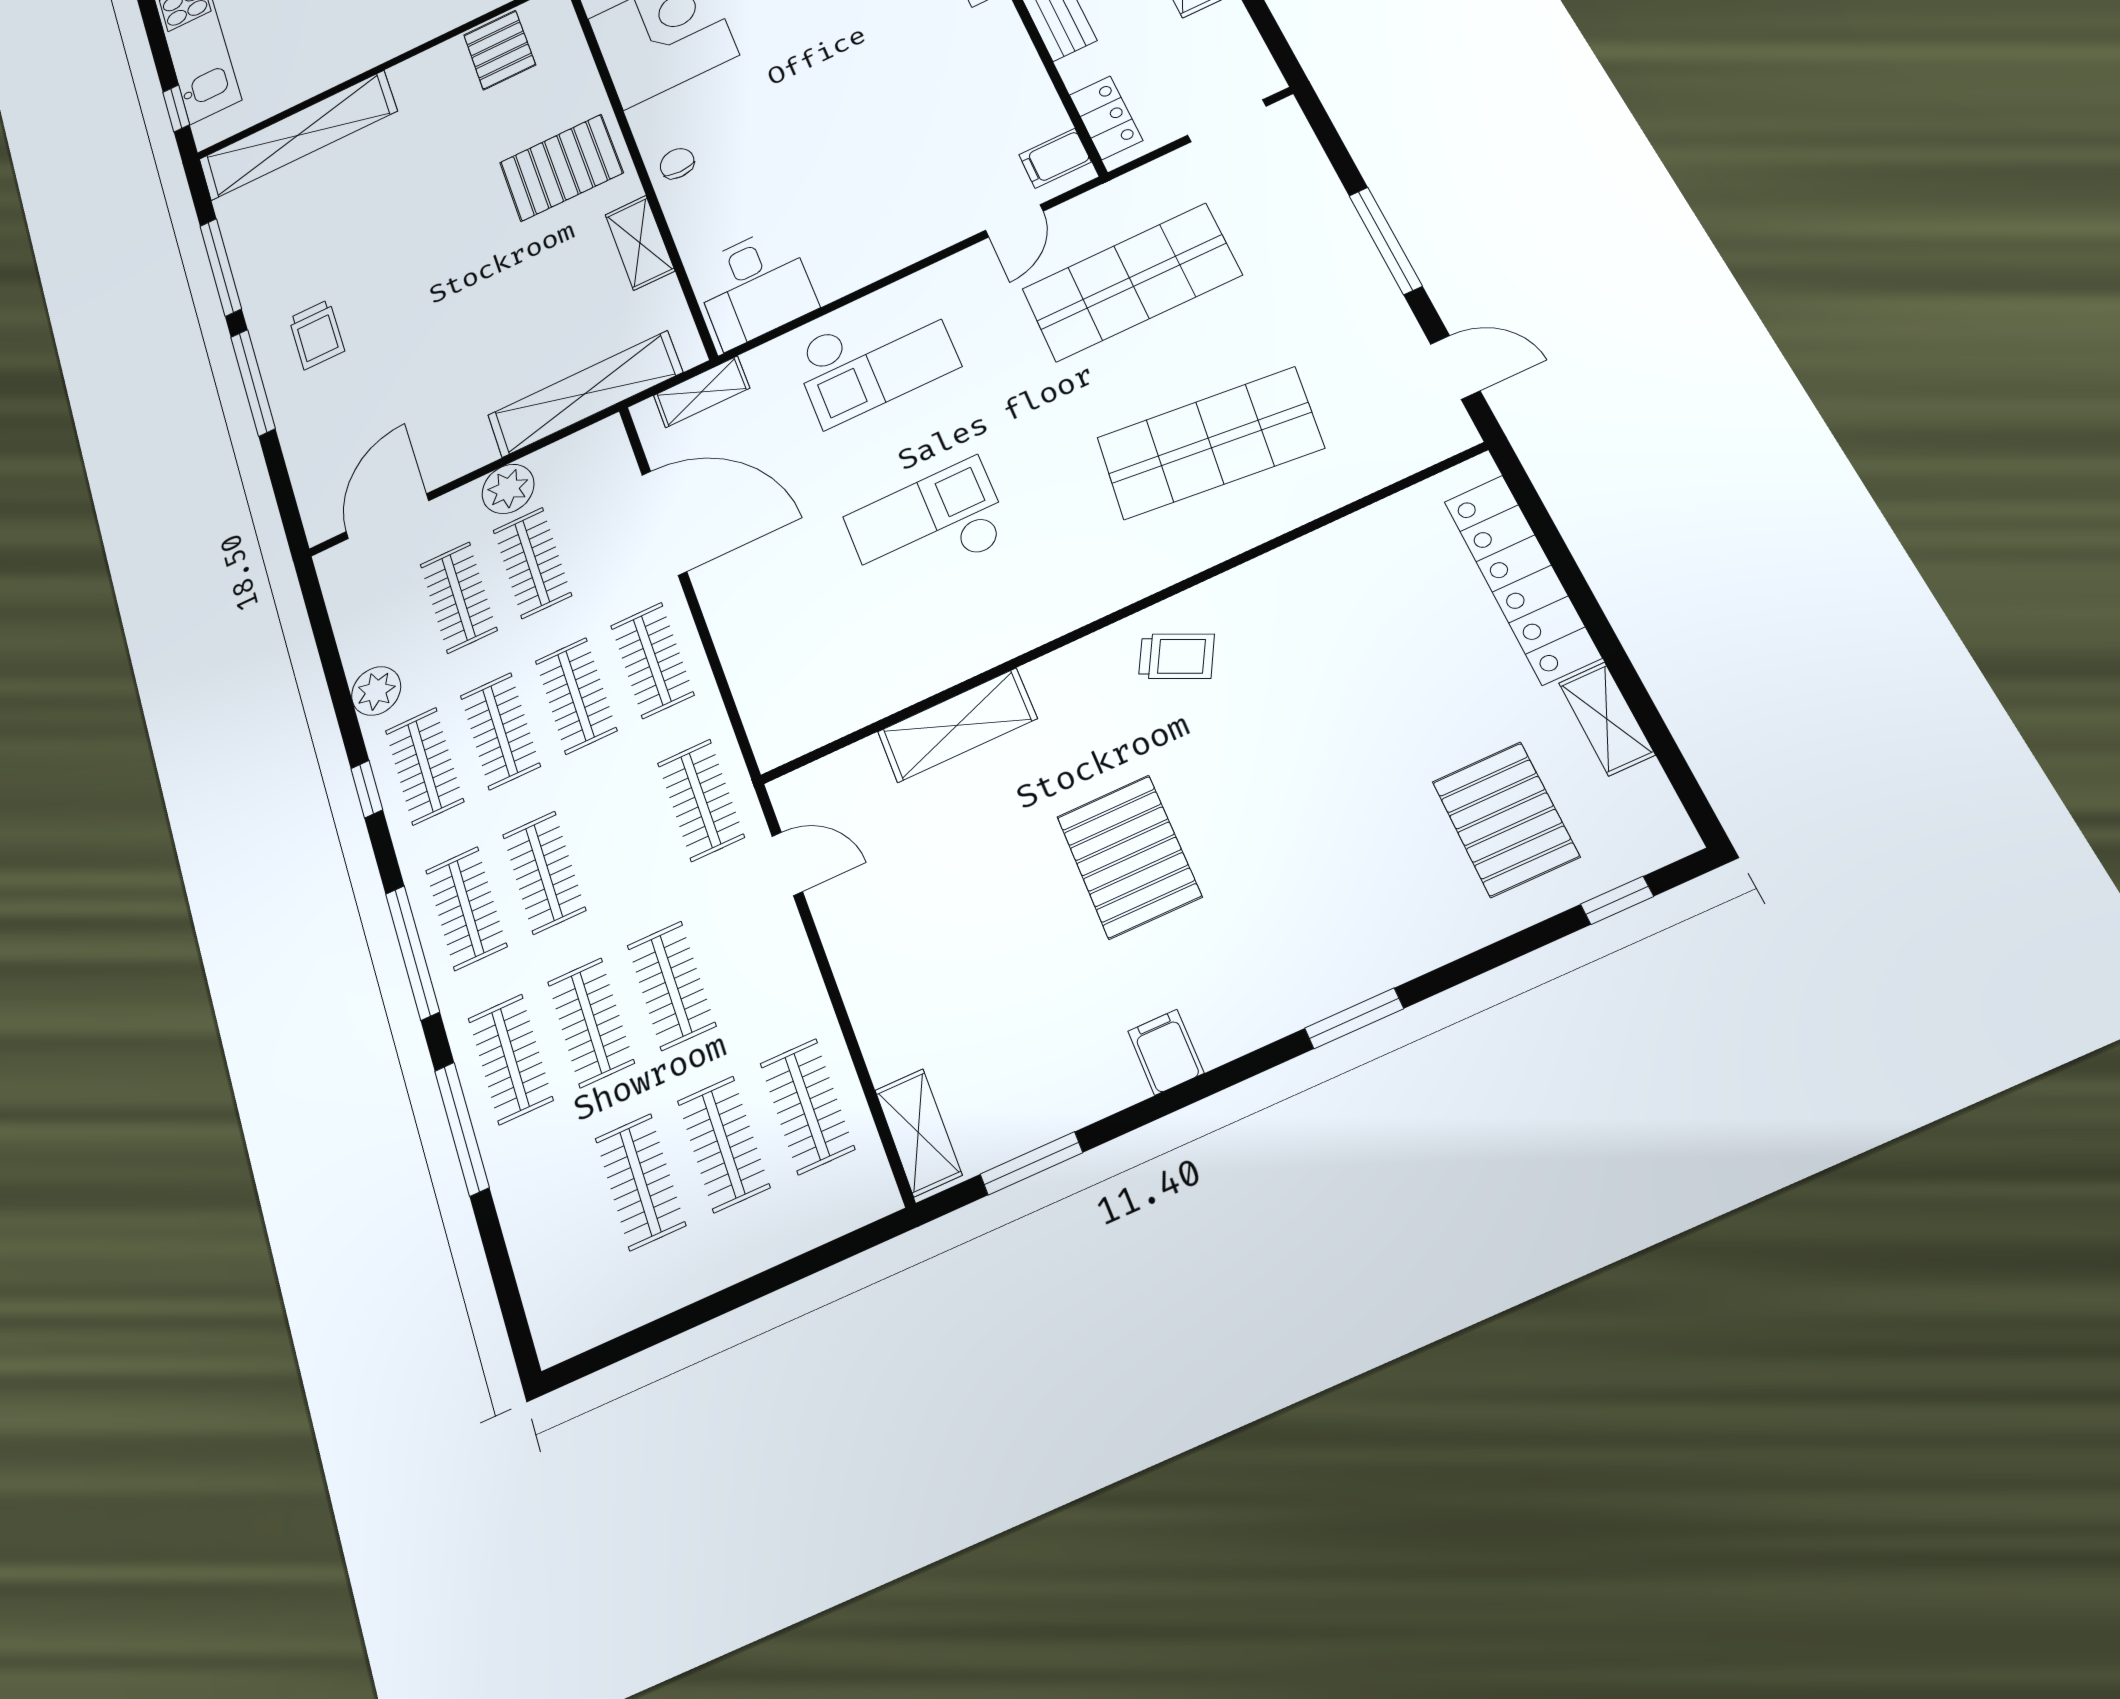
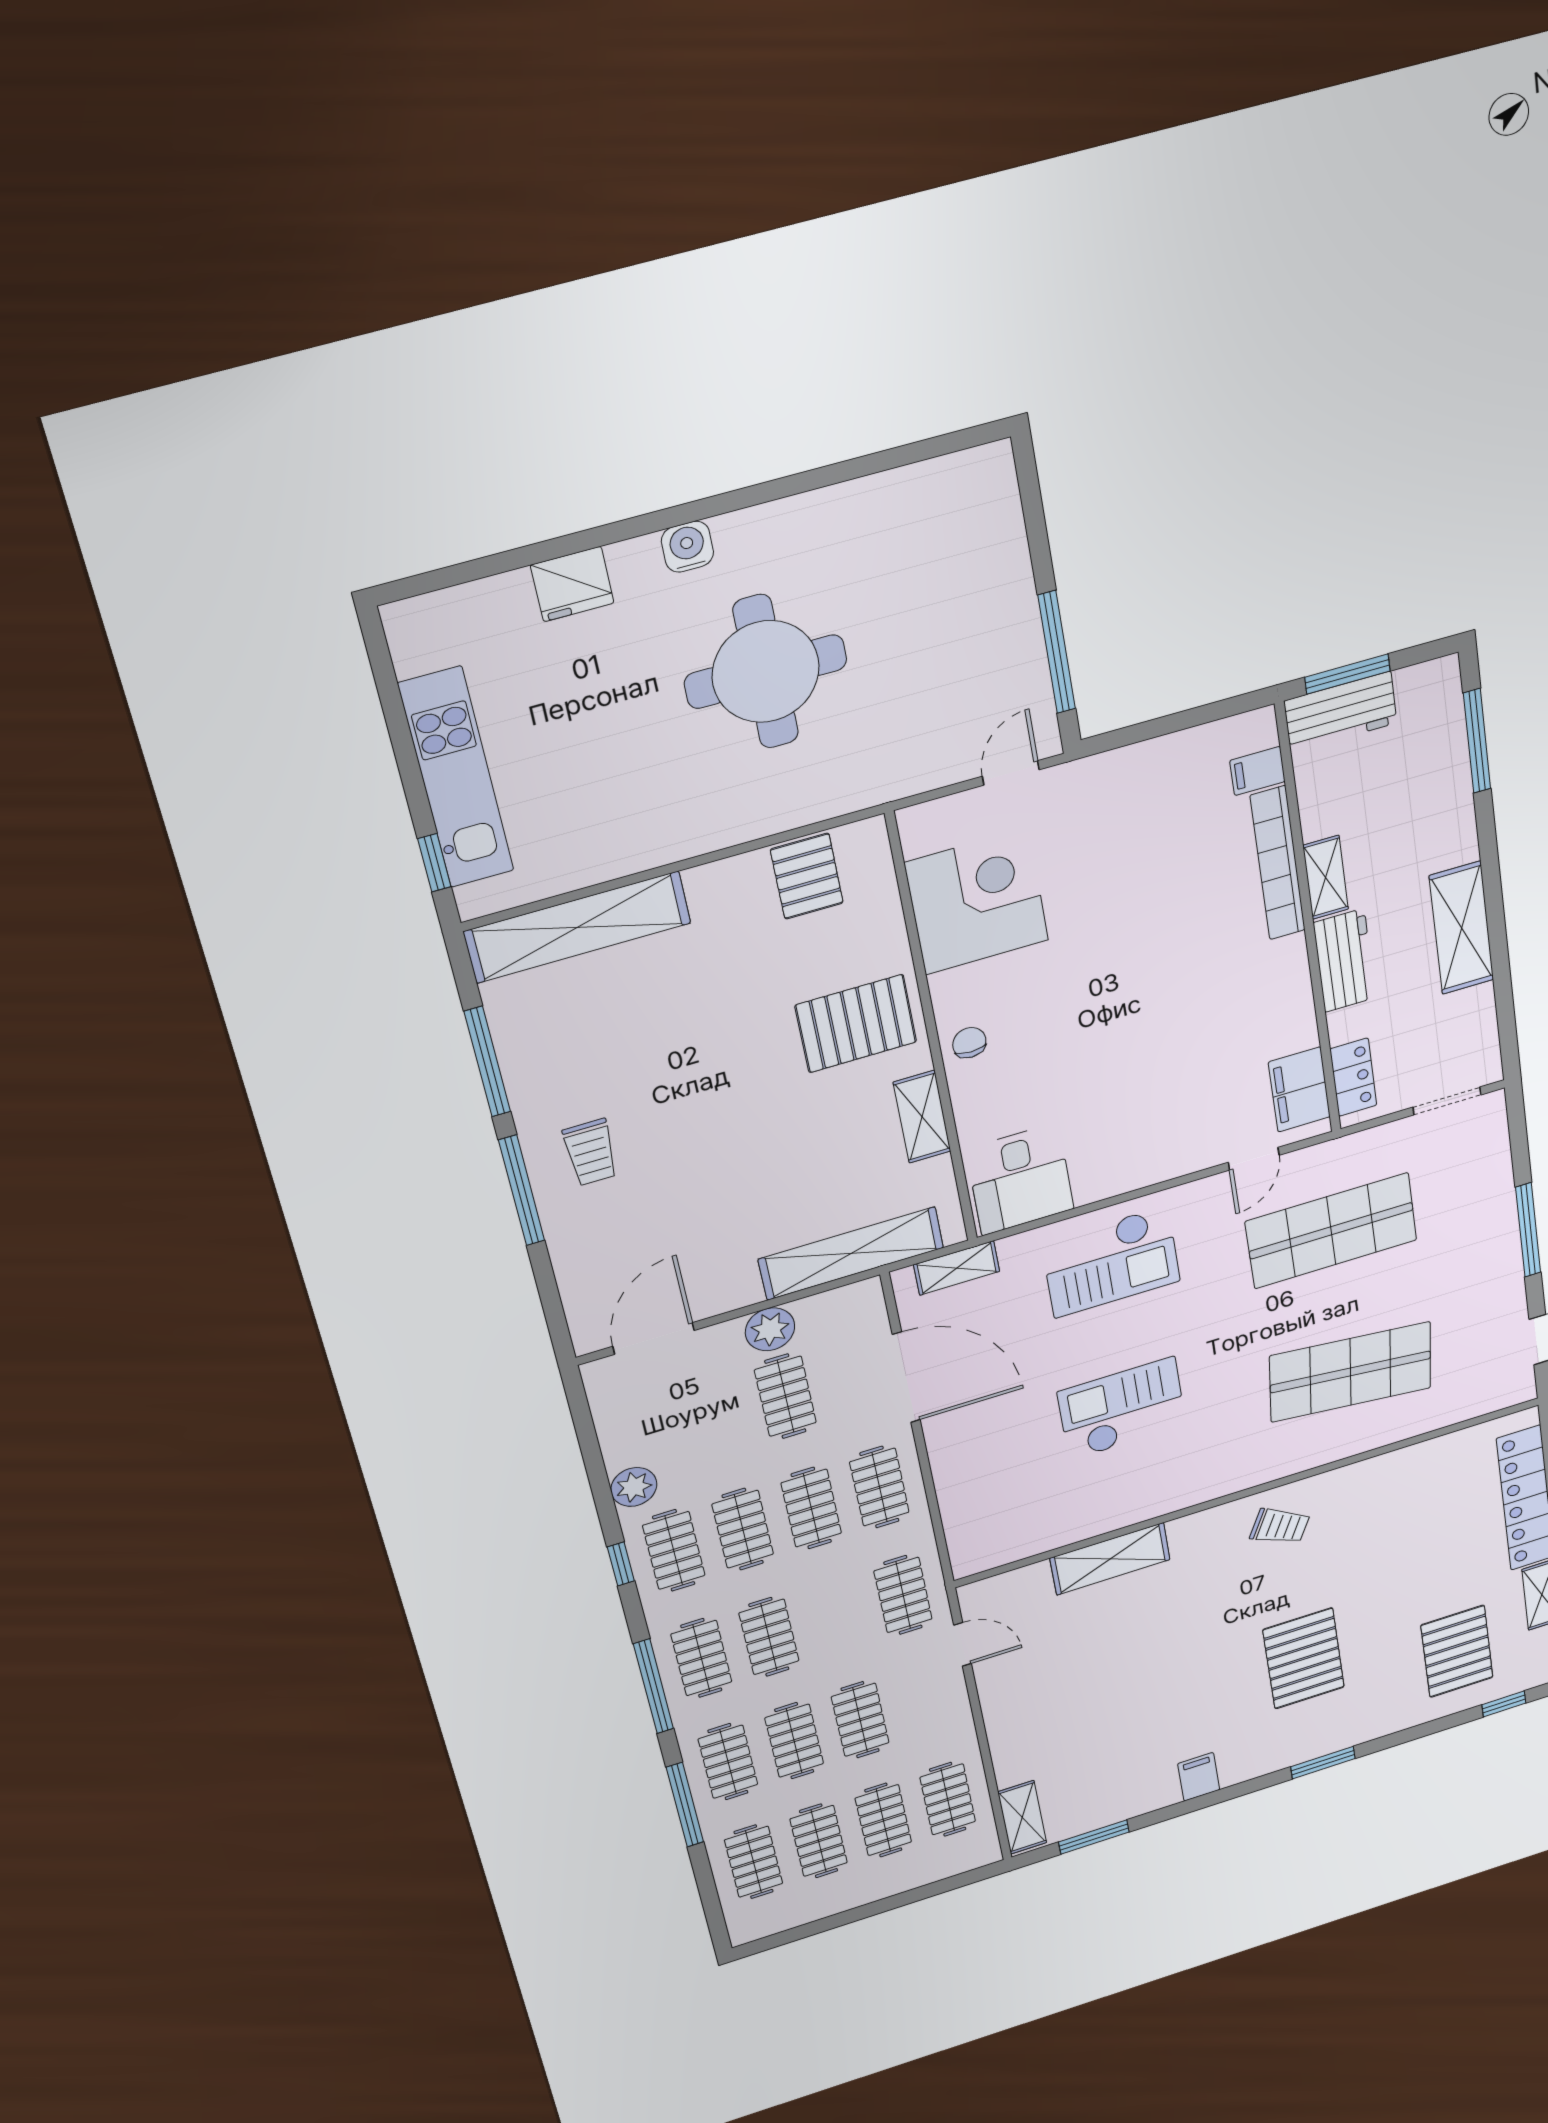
filing cabinet: (1055, 158) -> (1299, 1090), width x2.00
clothes rail: (459, 597) -> (754, 1862), moved
pallet: (1129, 857) -> (1304, 1658), moved

